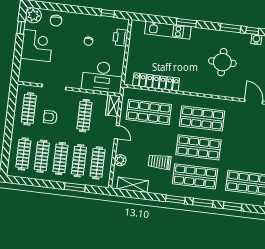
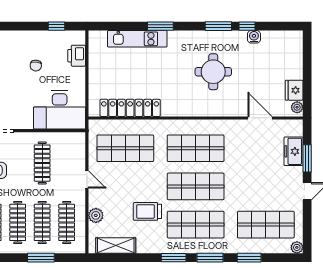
wardrobe: (113, 106) -> (78, 146), removed

